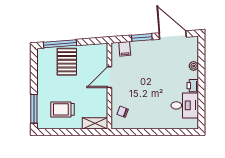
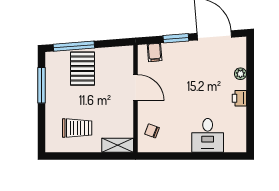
door: (109, 77) -> (136, 88), swing flipped
desk: (185, 105) -> (208, 135), moved, turned 90
window: (34, 109) -> (42, 85), moved
trolley: (63, 109) -> (77, 128), turned 180

